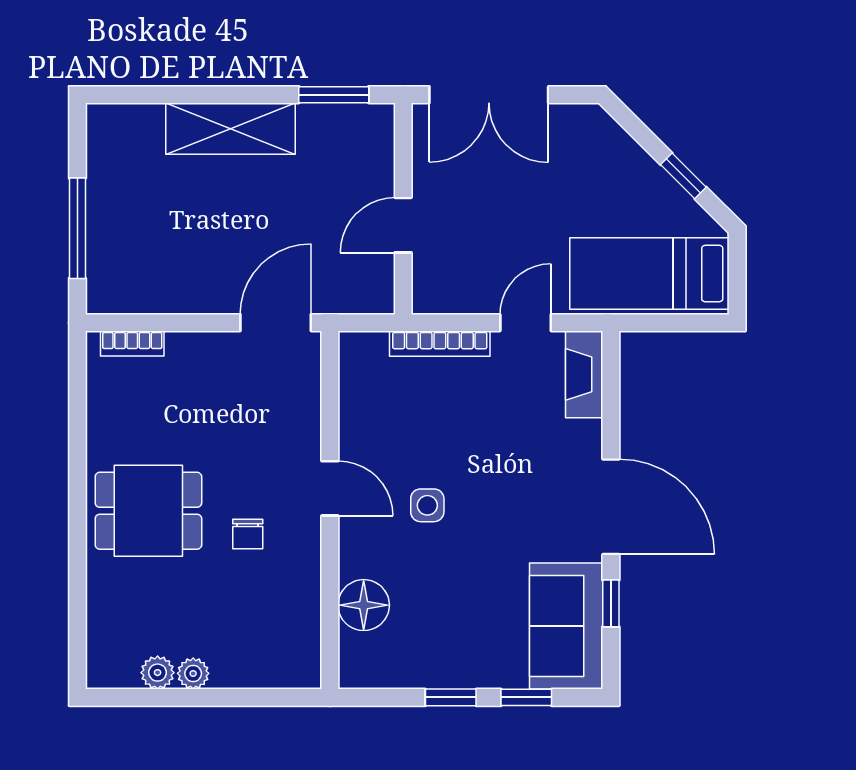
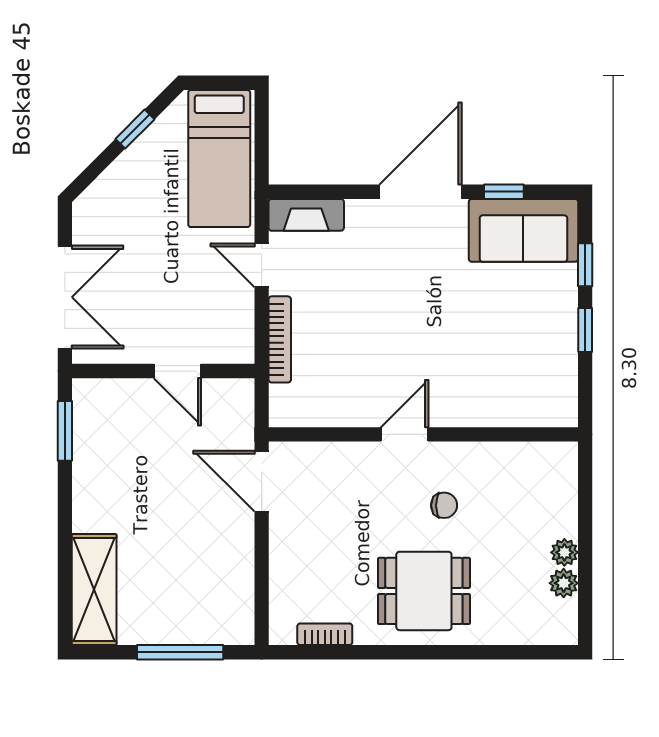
shelving: (231, 129) -> (94, 589), moved
bookcase: (132, 344) -> (325, 634), moved, turned -90
side table: (427, 505) -> (419, 350), removed
dining table: (148, 511) -> (424, 591), turned 90
floor lamp: (364, 605) -> (505, 405), removed

